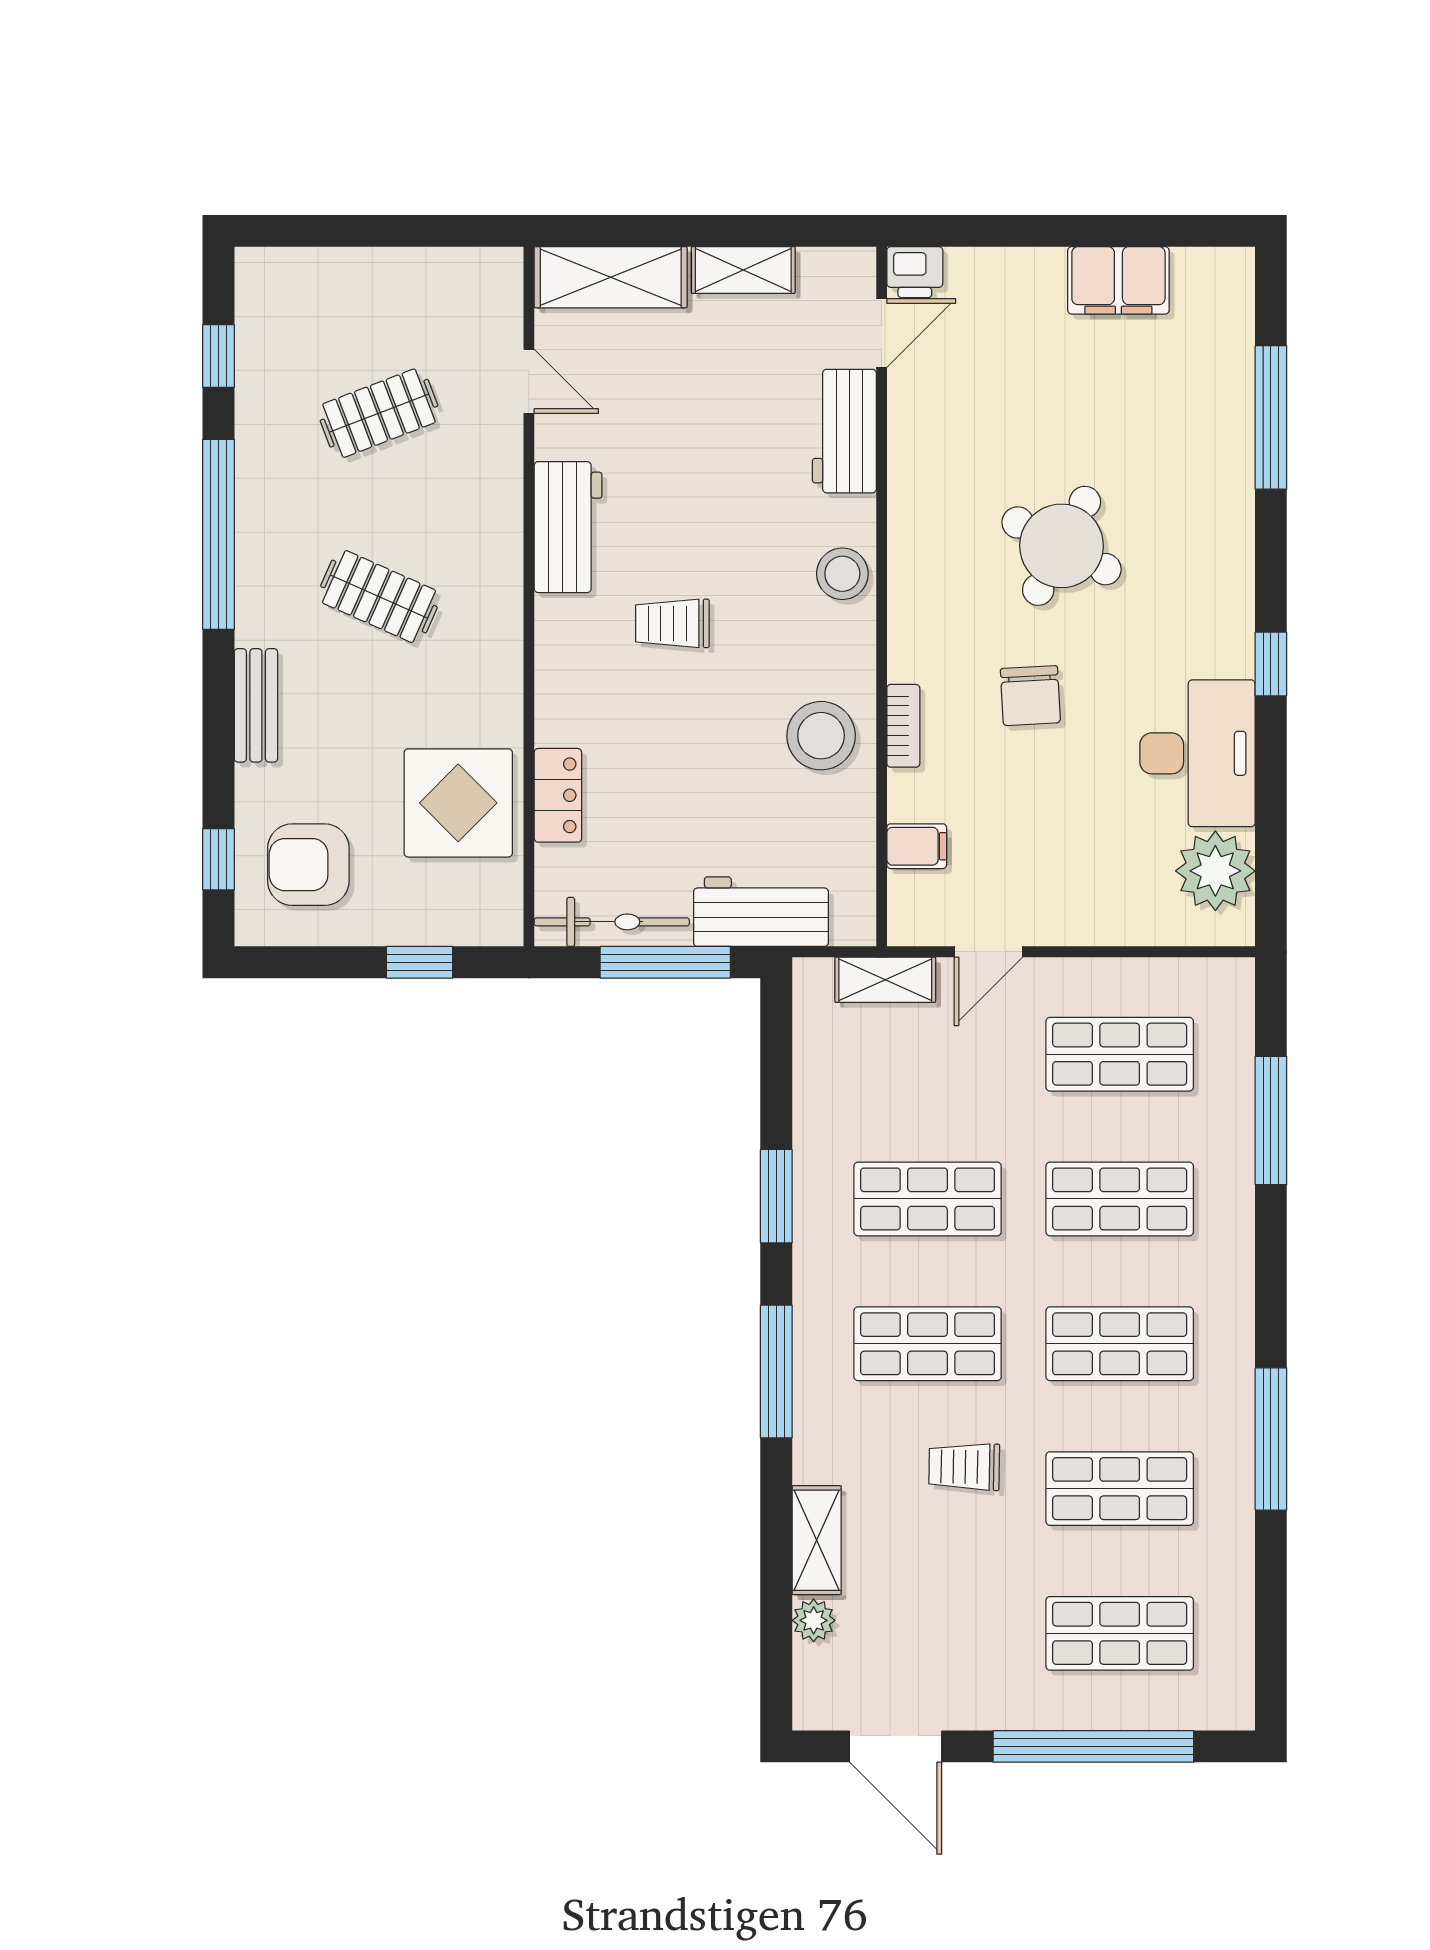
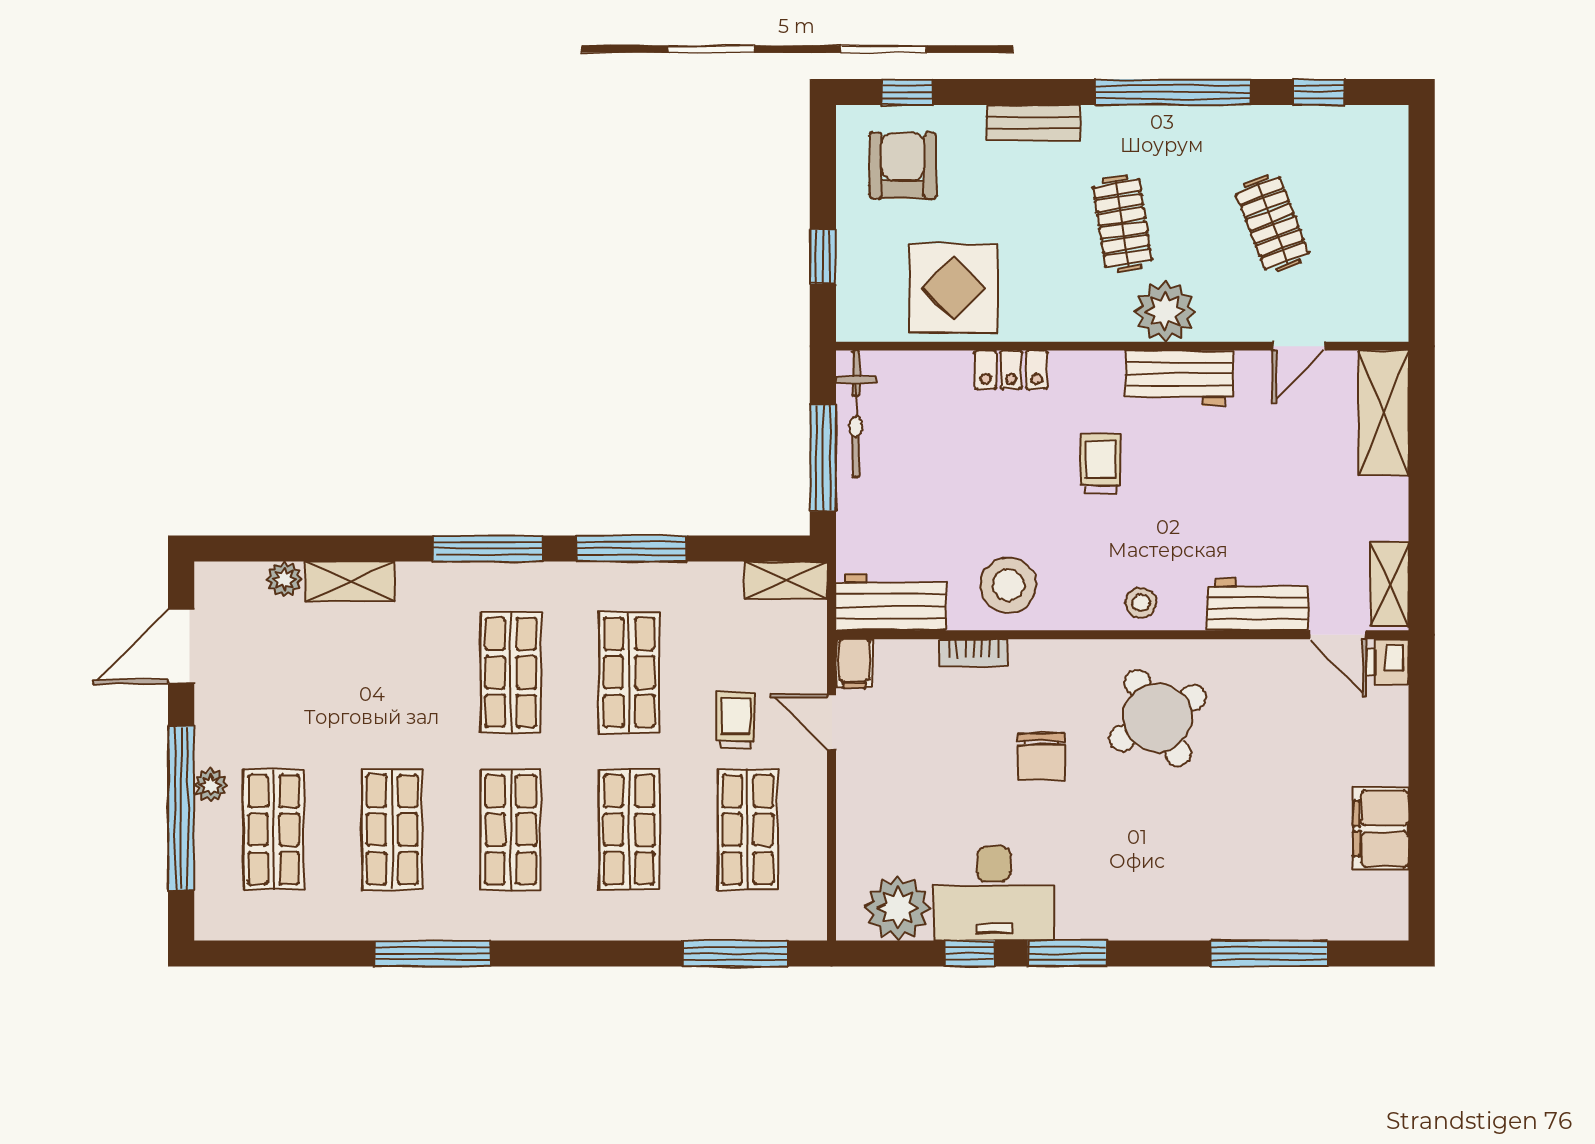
shelving: (743, 270) -> (1390, 584), moved
plant: (487, 544) -> (1165, 311), added
round table: (1062, 546) -> (1158, 718), moved, turned 32
stool: (842, 574) -> (1141, 603), width x0.73, depth x0.73
clothes rail: (379, 597) -> (1122, 223), turned -33
window: (1271, 664) -> (1067, 953), width x1.50
chair: (1030, 696) -> (1041, 757), turned -87
bookcase: (903, 726) -> (974, 653), moved
window: (1271, 783) -> (970, 953), added
locker: (558, 795) -> (1011, 370), moved
filing cabinet: (917, 846) -> (854, 664), moved
workbench: (761, 912) -> (891, 602), moved, turned -90
shelving: (885, 980) -> (786, 580), moved, turned 90
window: (1271, 1121) -> (735, 953), moved
window: (776, 1196) -> (631, 549), width x1.44
trolley: (964, 1467) -> (736, 720), moved
plant: (1065, 1710) -> (211, 785), added

